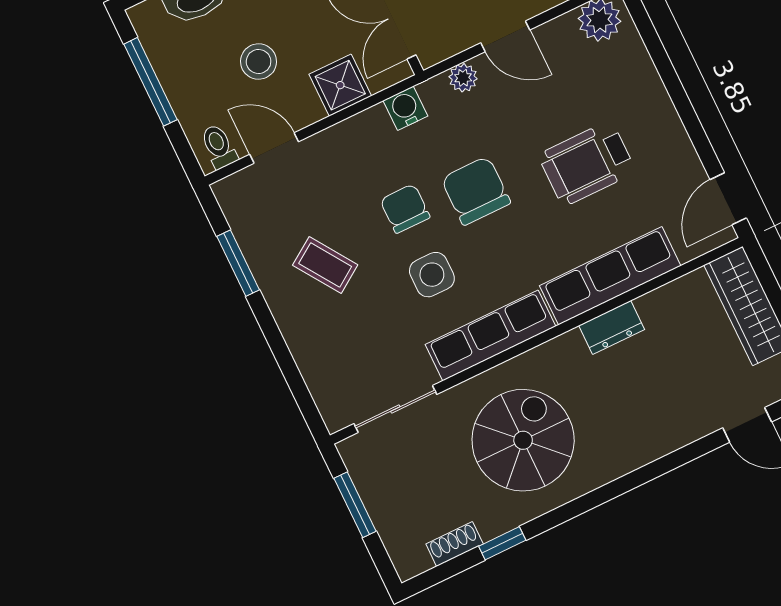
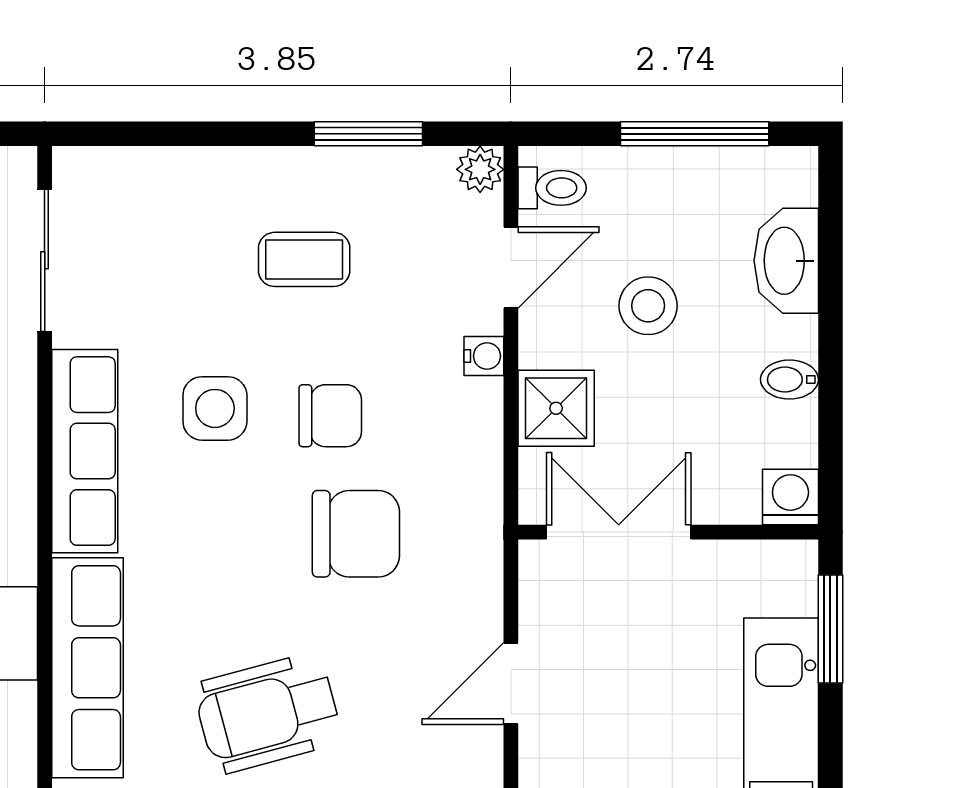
plant: (463, 78) -> (480, 169), moved
water cooler: (405, 108) -> (484, 356), moved, width x0.72, depth x0.72
wheelchair: (587, 163) -> (268, 713), turned -105
chair: (476, 191) -> (356, 534), moved
coffee table: (325, 265) -> (304, 259), turned 34

